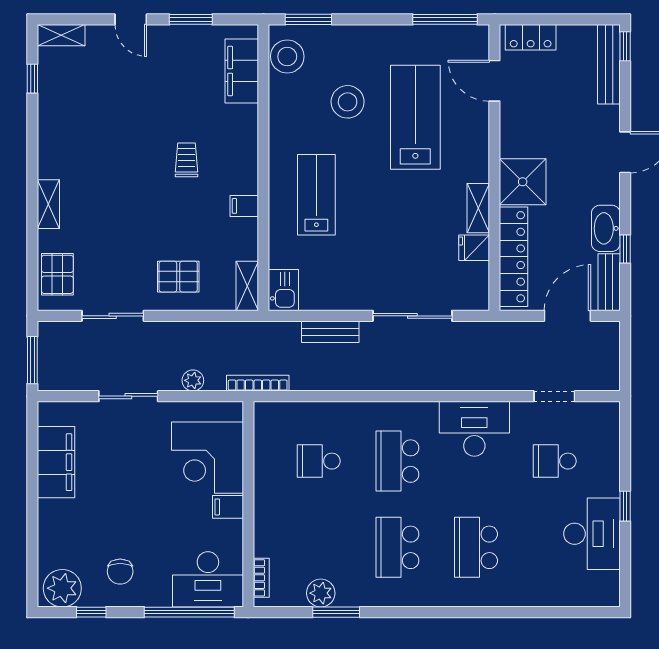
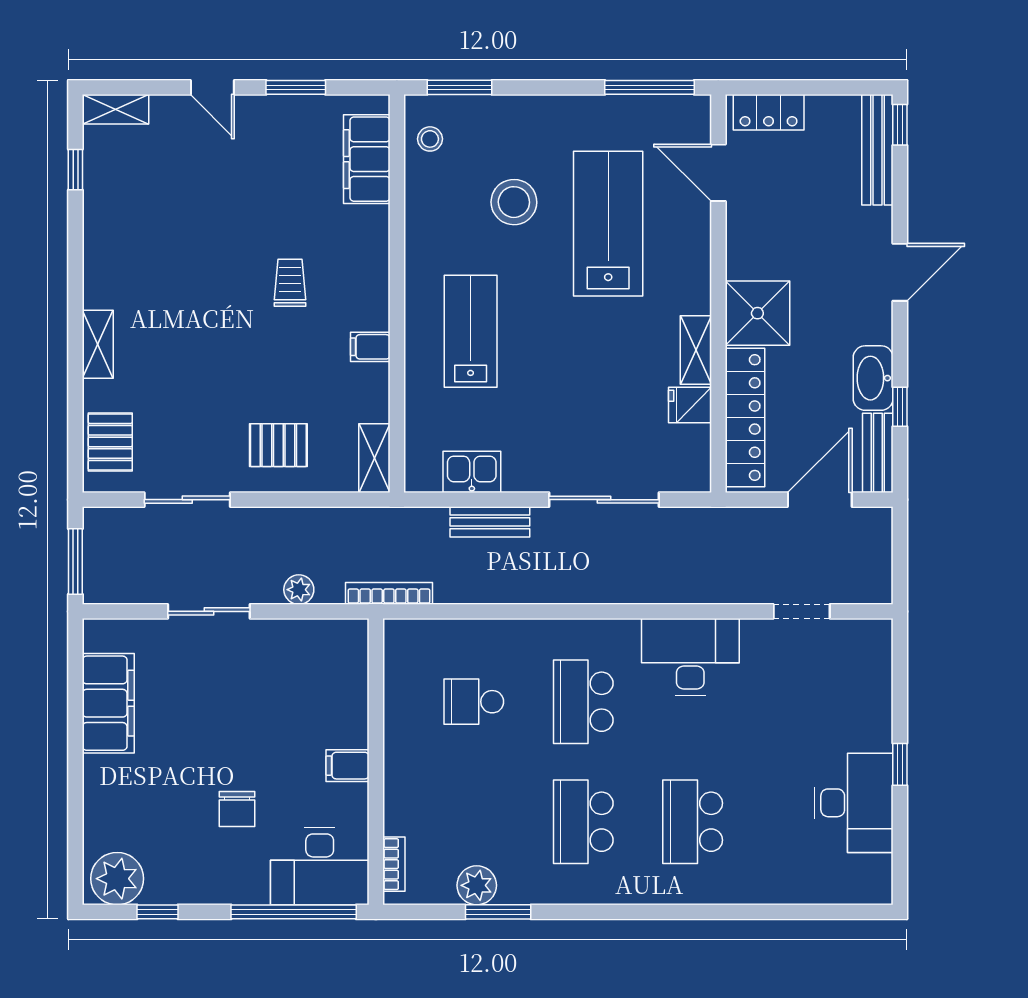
stool: (287, 56) -> (430, 139), width x0.53, depth x0.53
kitchen sink: (283, 290) -> (472, 472), moved, turned -90
corner desk: (207, 458) -> (319, 697), removed
school desk: (555, 461) -> (802, 702), removed
chair: (120, 572) -> (237, 809), moved

